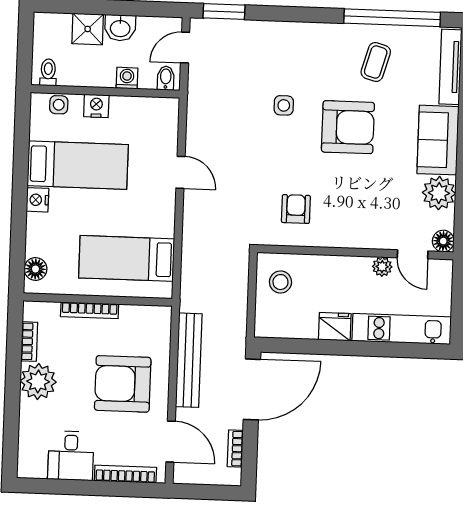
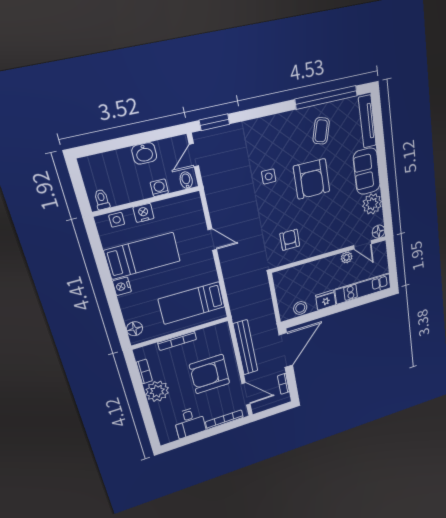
shower: (88, 29) -> (121, 161), removed
armchair: (348, 127) -> (312, 179), turned 90
stool: (280, 282) -> (300, 308), moved

